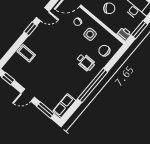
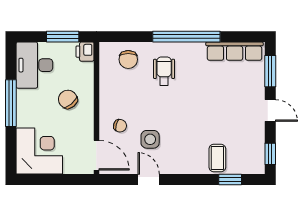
window: (31, 29) -> (230, 179), moved
side table: (90, 34) -> (150, 139), moved
row of seats: (64, 106) -> (235, 51), width x1.48

